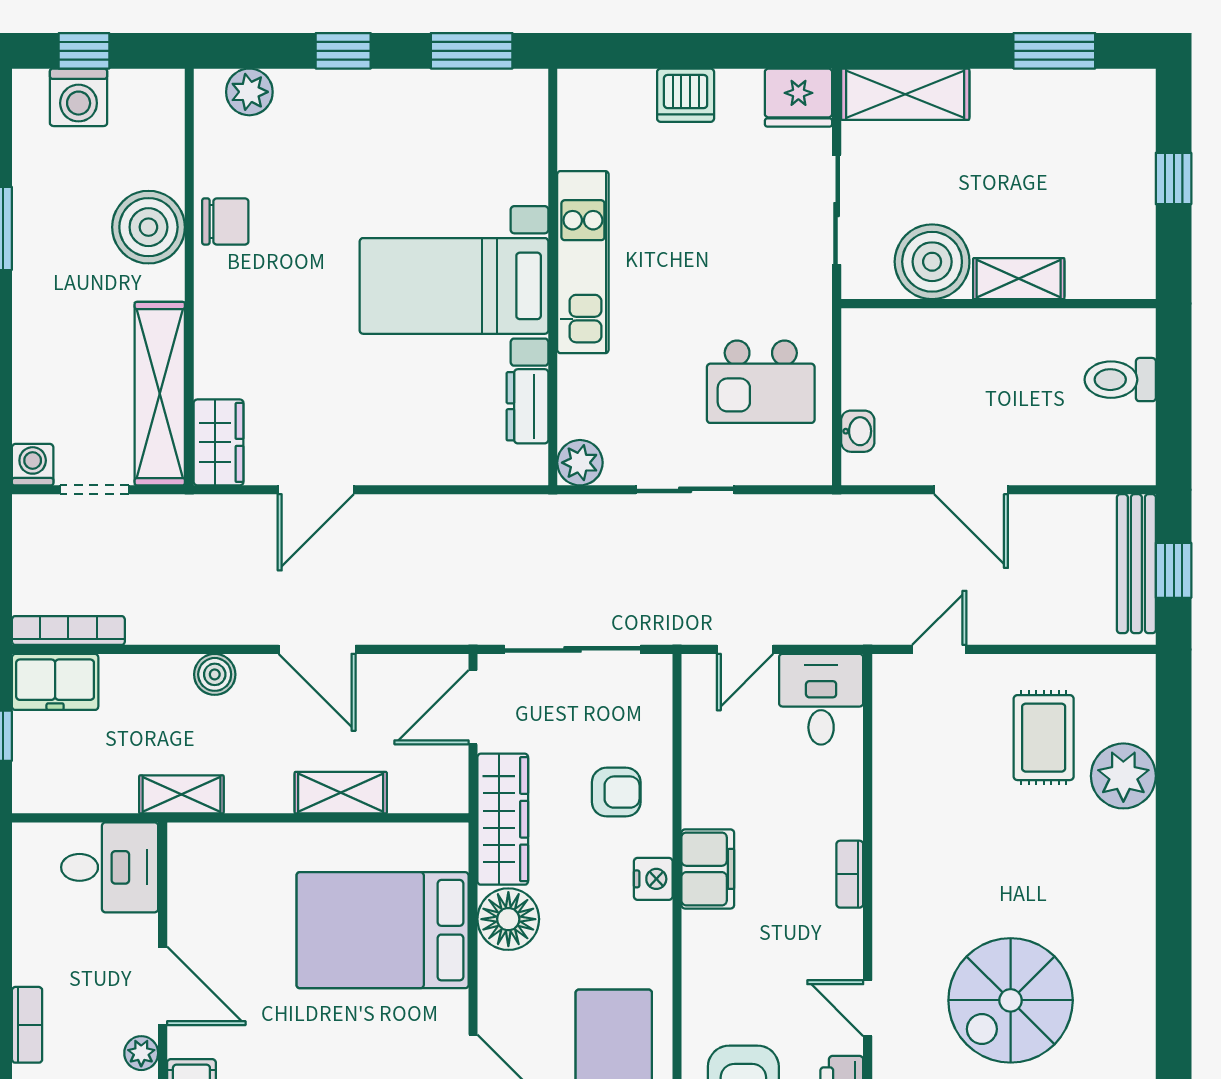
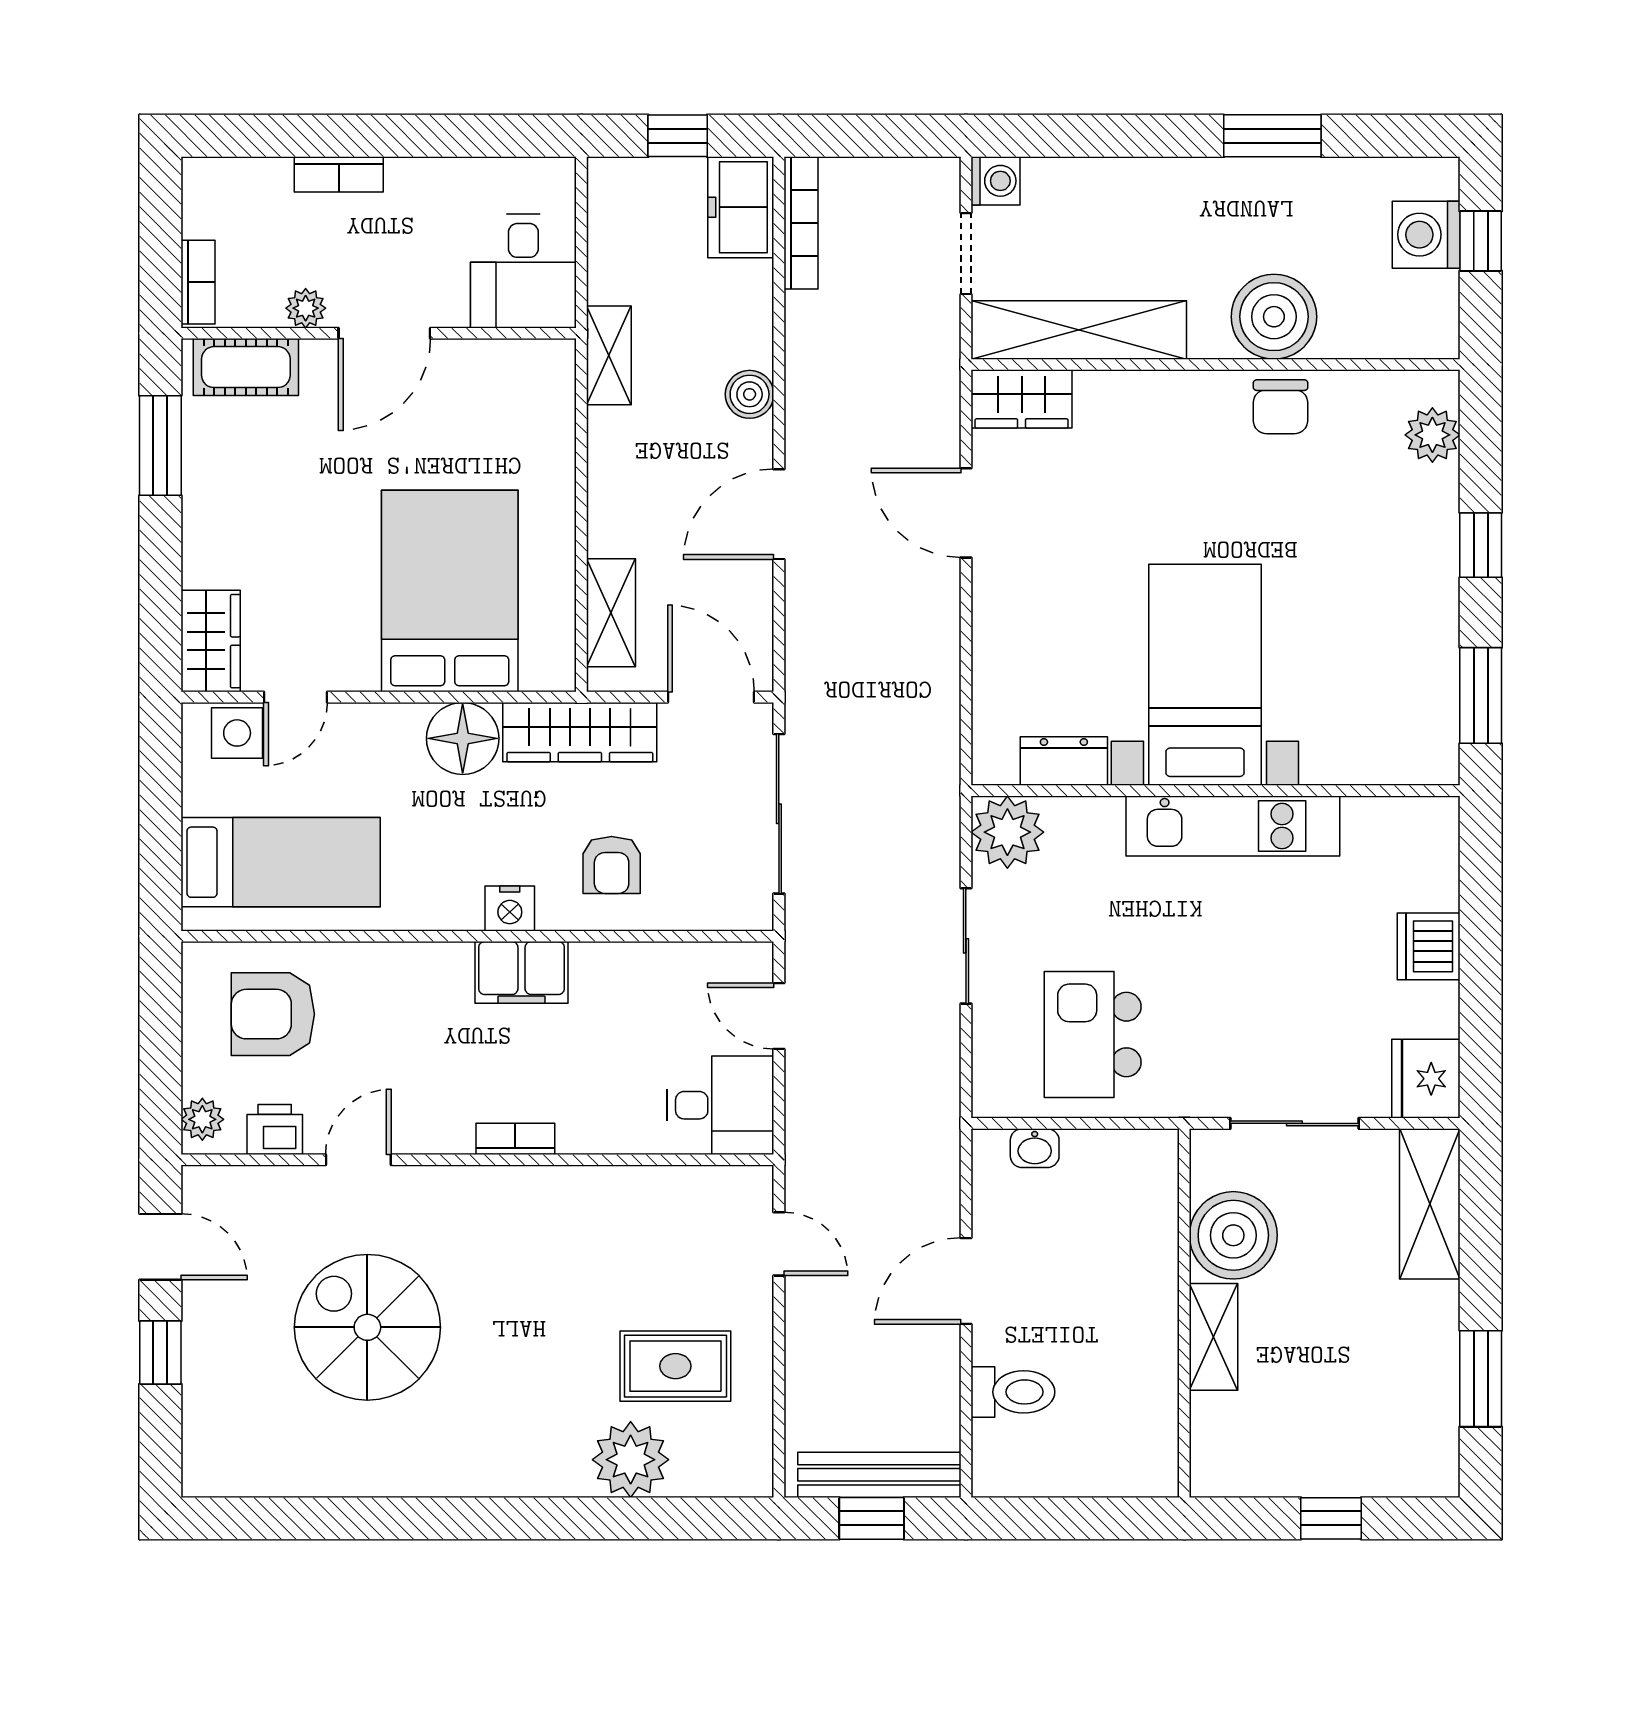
toilet: (1120, 380) -> (1013, 1392), moved, turned 90
plant: (580, 463) -> (1007, 832), width x1.36, depth x1.36
shelving: (341, 793) -> (611, 613), moved

